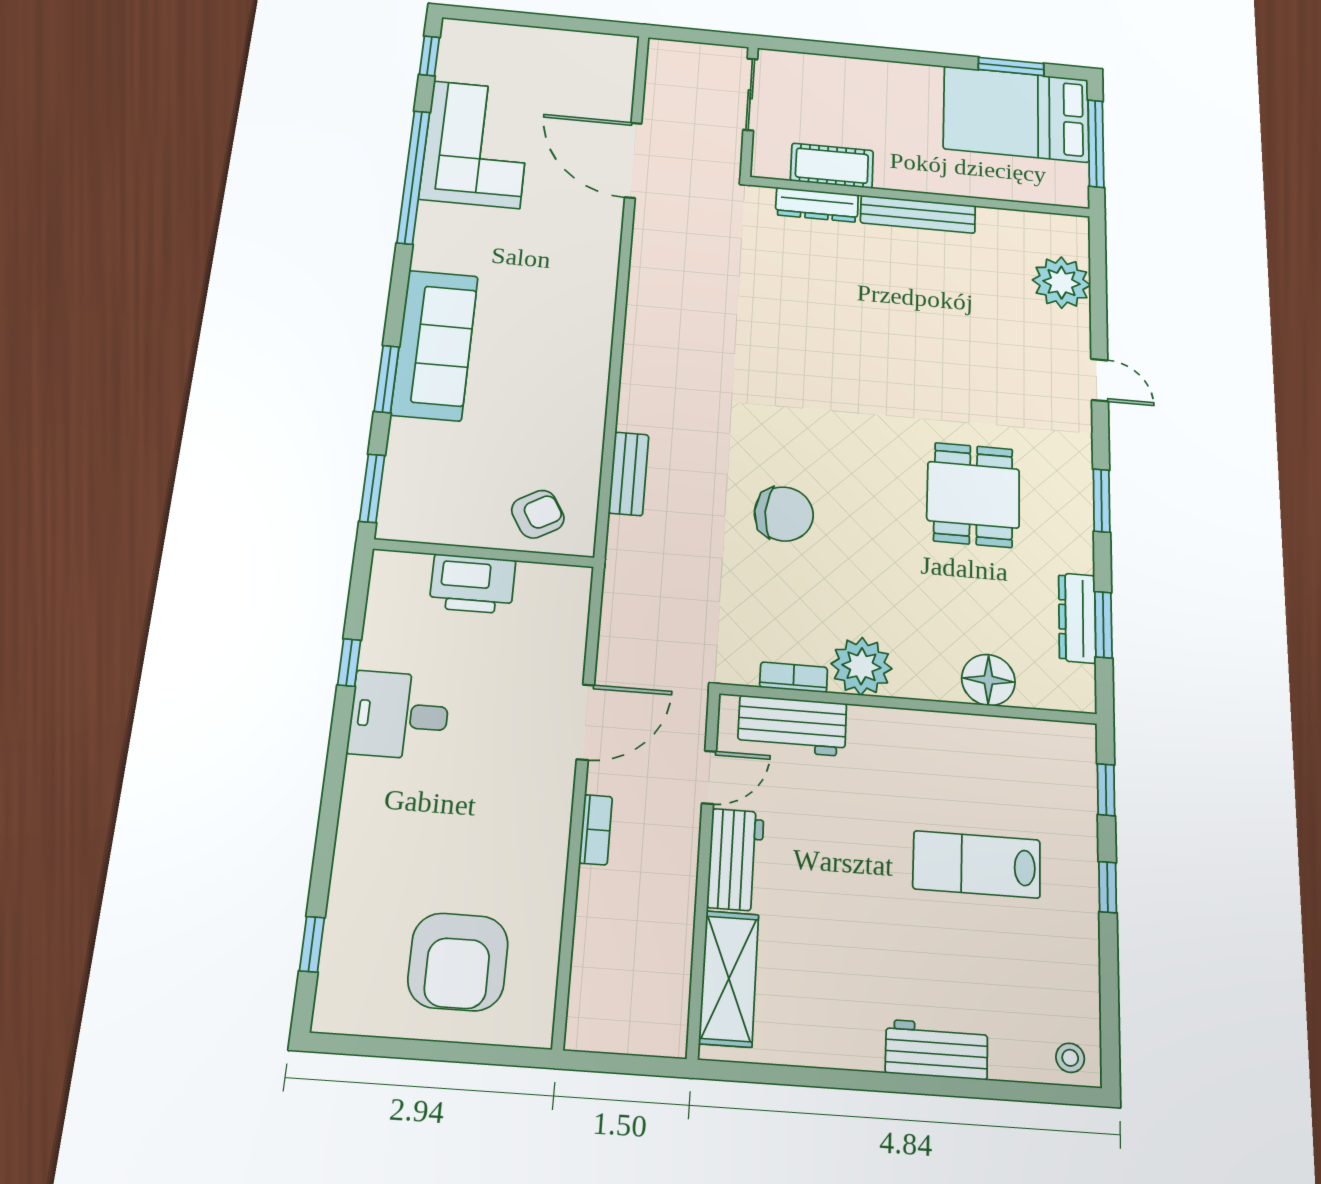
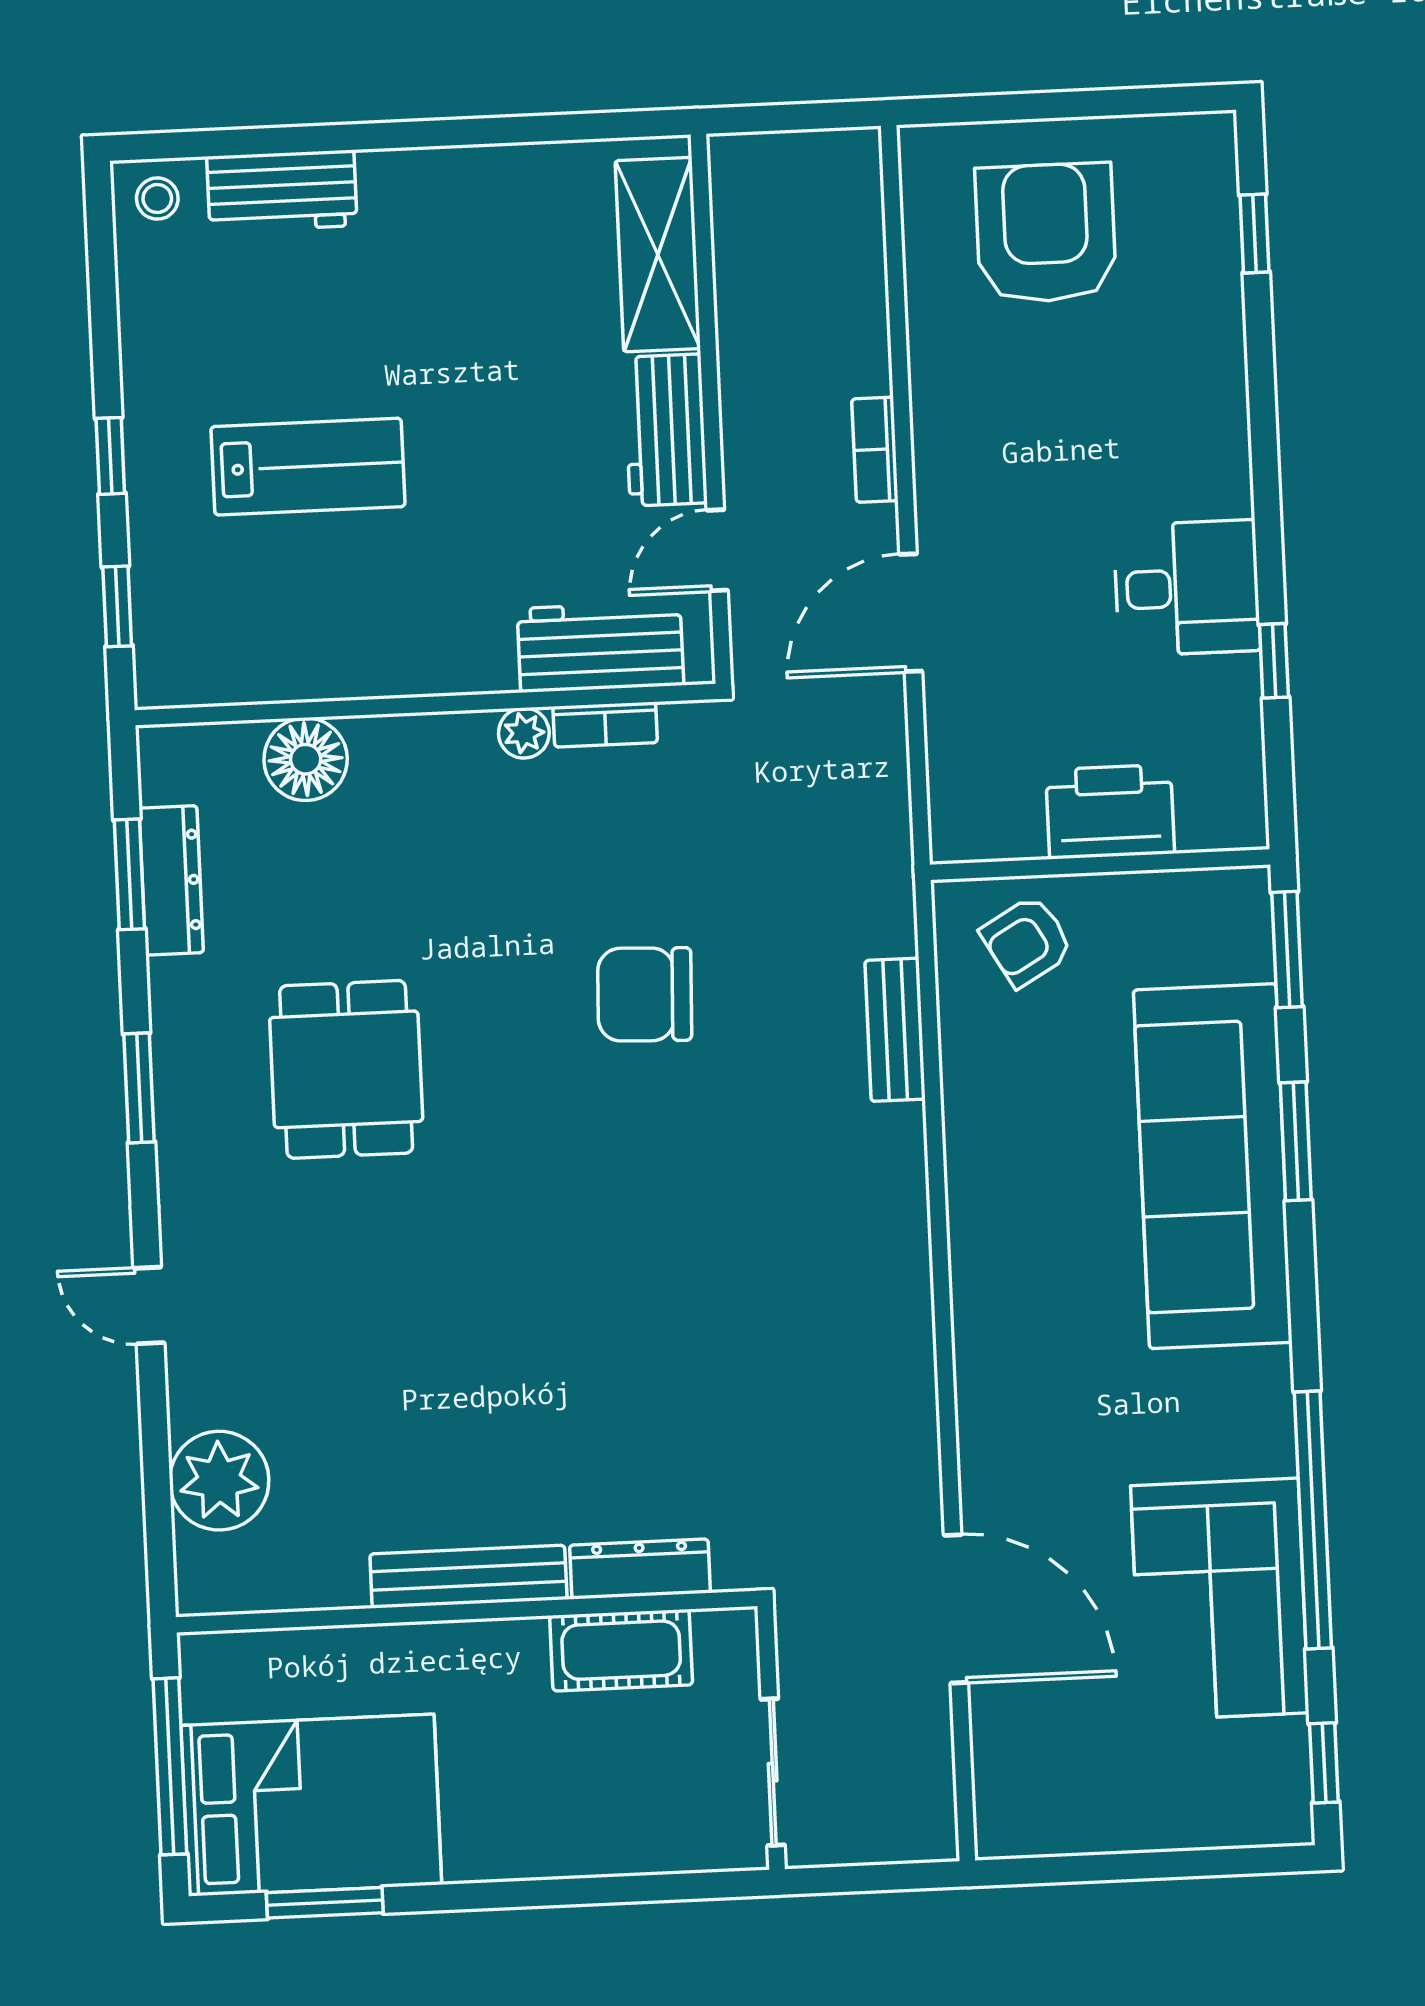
sofa: (435, 345) -> (1213, 1166), width x1.36, depth x1.27
plant: (861, 666) -> (524, 733), width x0.53, depth x0.53
workbench: (937, 1050) -> (282, 191), moved

